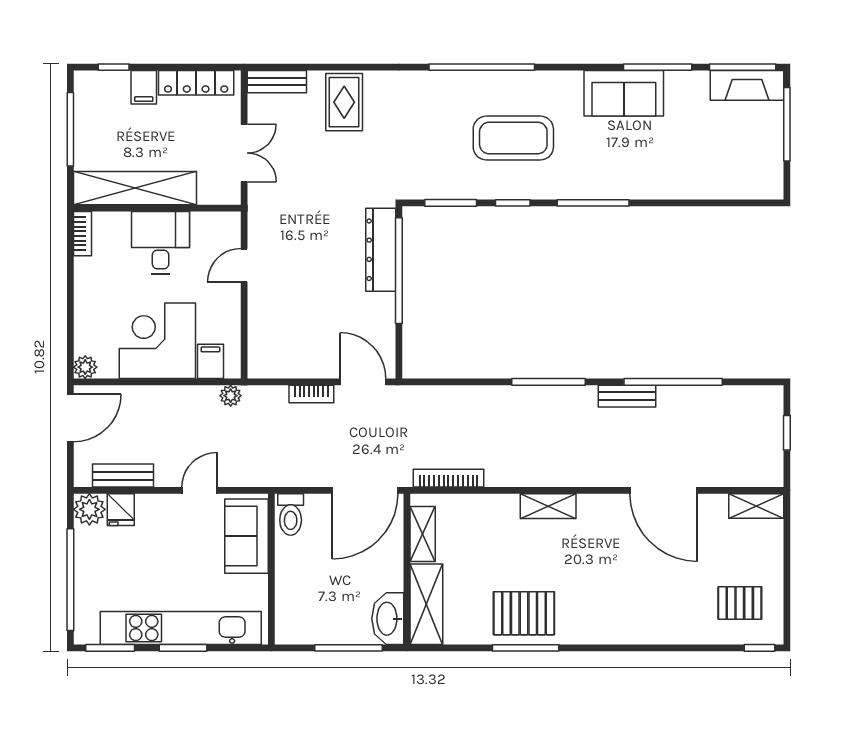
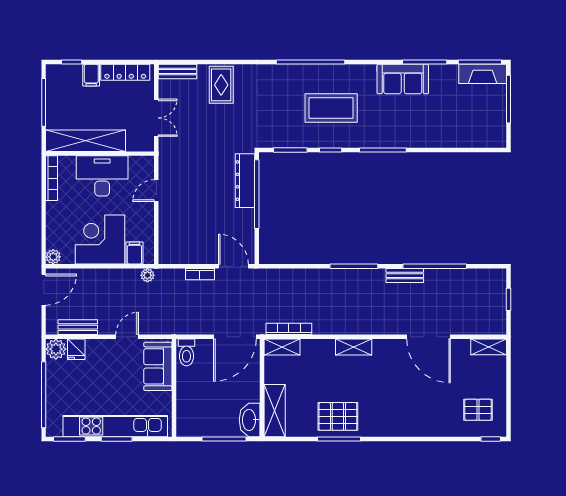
bookcase: (83, 234) -> (51, 178), width x1.56
desk: (161, 243) -> (102, 176), width x1.37
shelving: (423, 534) -> (282, 347), moved, turned 90

